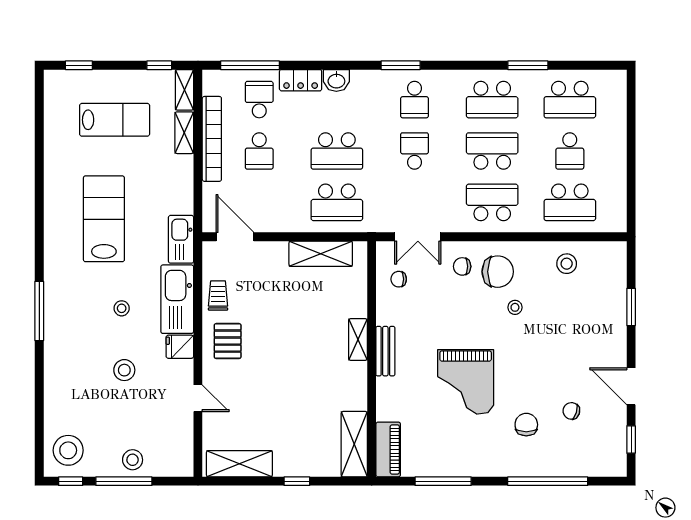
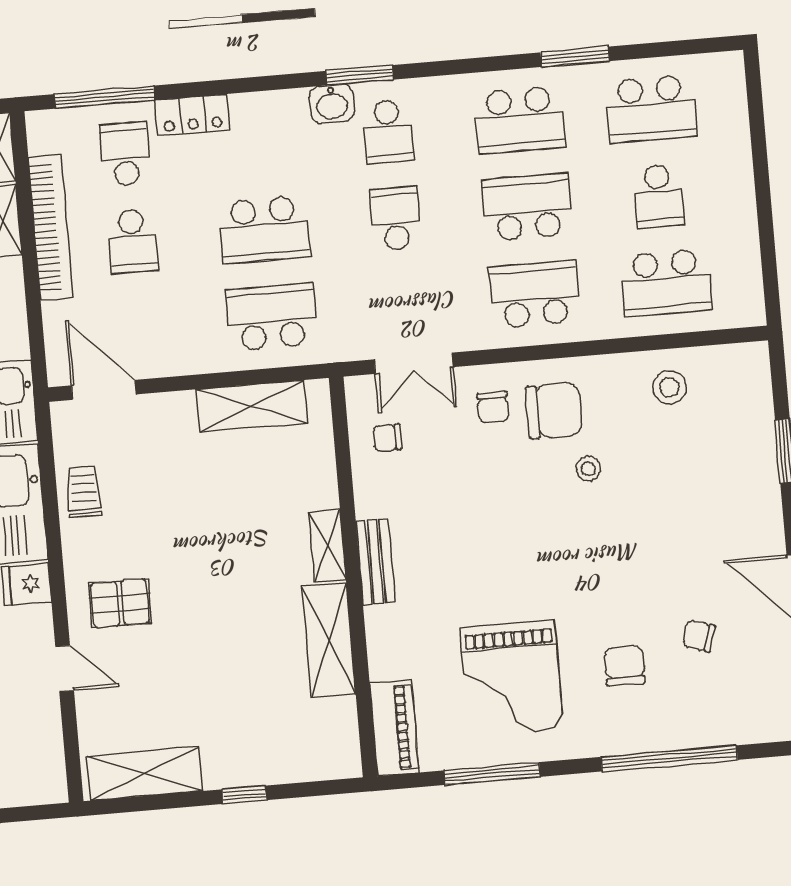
washbasin: (336, 80) -> (332, 104), moved
school desk: (337, 202) -> (272, 317), turned 180
chair: (462, 266) -> (493, 407), turned -90
pallet: (228, 341) -> (120, 603), moved, turned 90
grand piano: (466, 382) -> (512, 678), moved
shelving: (354, 444) -> (329, 640), moved

